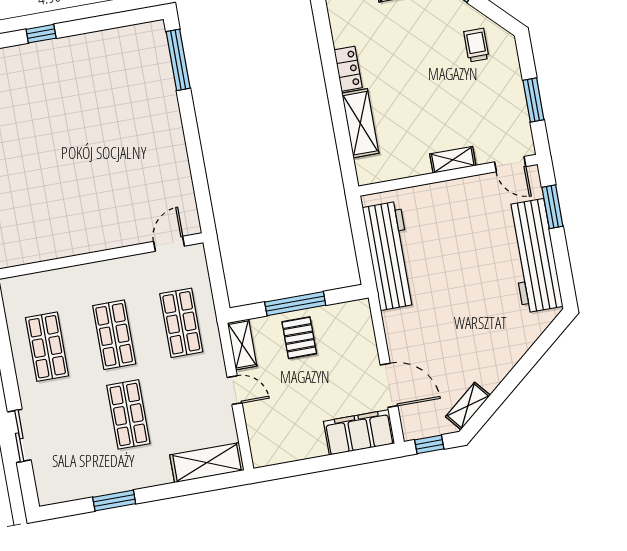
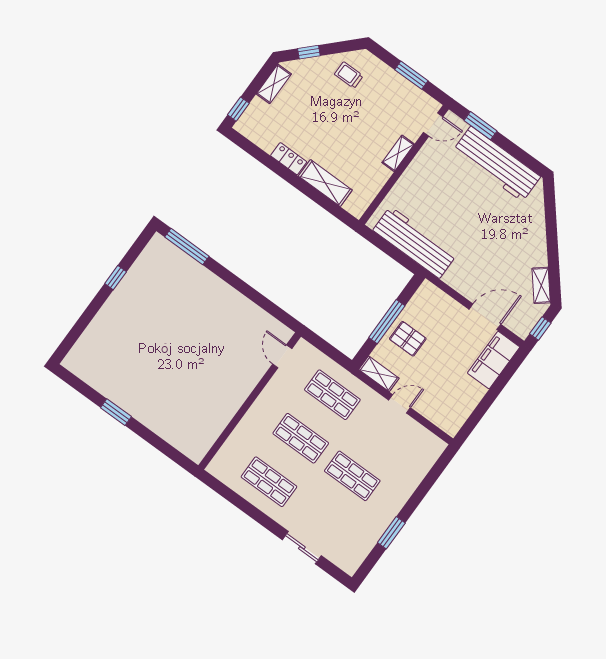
window: (41, 34) -> (116, 278), moved
shelving: (207, 463) -> (423, 460), removed

